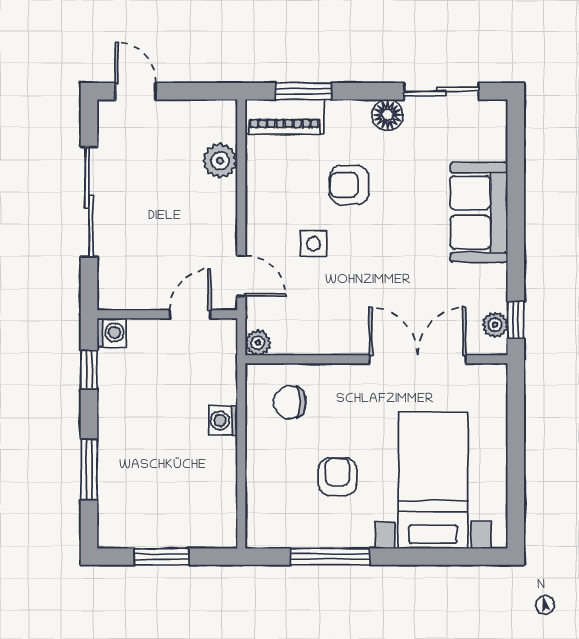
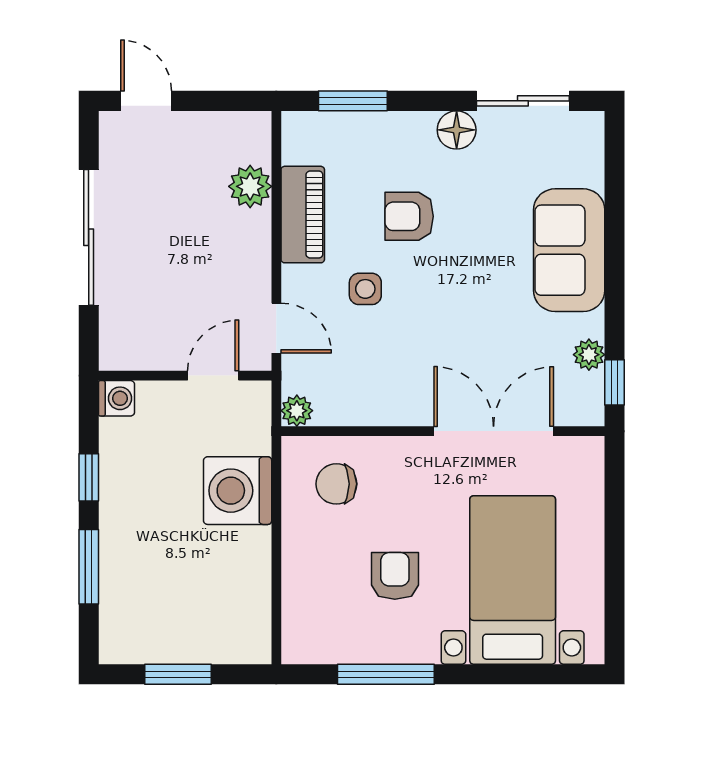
piano: (284, 117) -> (303, 215), moved, turned -90
plant: (495, 325) -> (589, 355), moved
window: (89, 370) -> (89, 477), moved
washing machine: (223, 420) -> (238, 491), width x1.89, depth x1.89

